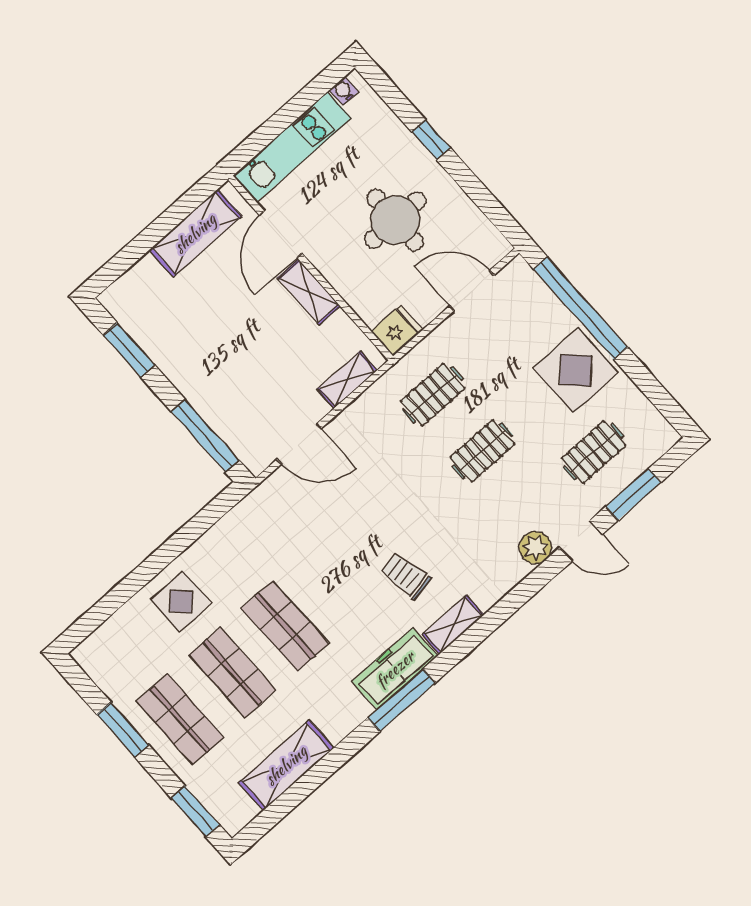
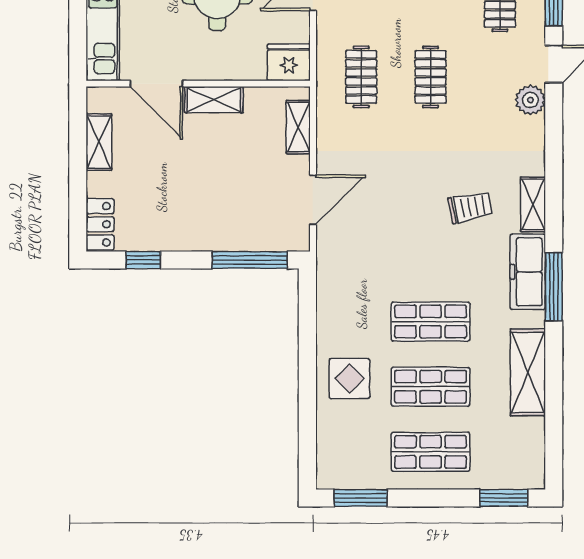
shelving: (195, 233) -> (99, 142), width x0.67, depth x0.75
locker: (127, 290) -> (100, 224), added
fridge: (397, 331) -> (289, 62), width x1.38
window: (129, 350) -> (143, 260), width x0.67
trolley: (406, 576) -> (470, 207), turned 180
window: (123, 730) -> (361, 498), moved
shelving: (286, 765) -> (528, 372), moved

